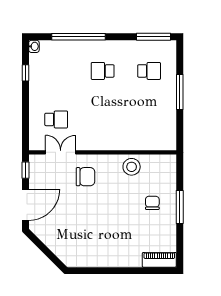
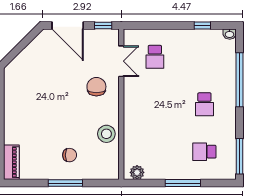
school desk: (103, 71) -> (204, 104), turned 180
school desk: (149, 71) -> (204, 152), turned 90
plant: (169, 137) -> (137, 172), added
chair: (85, 177) -> (96, 87), turned 180

